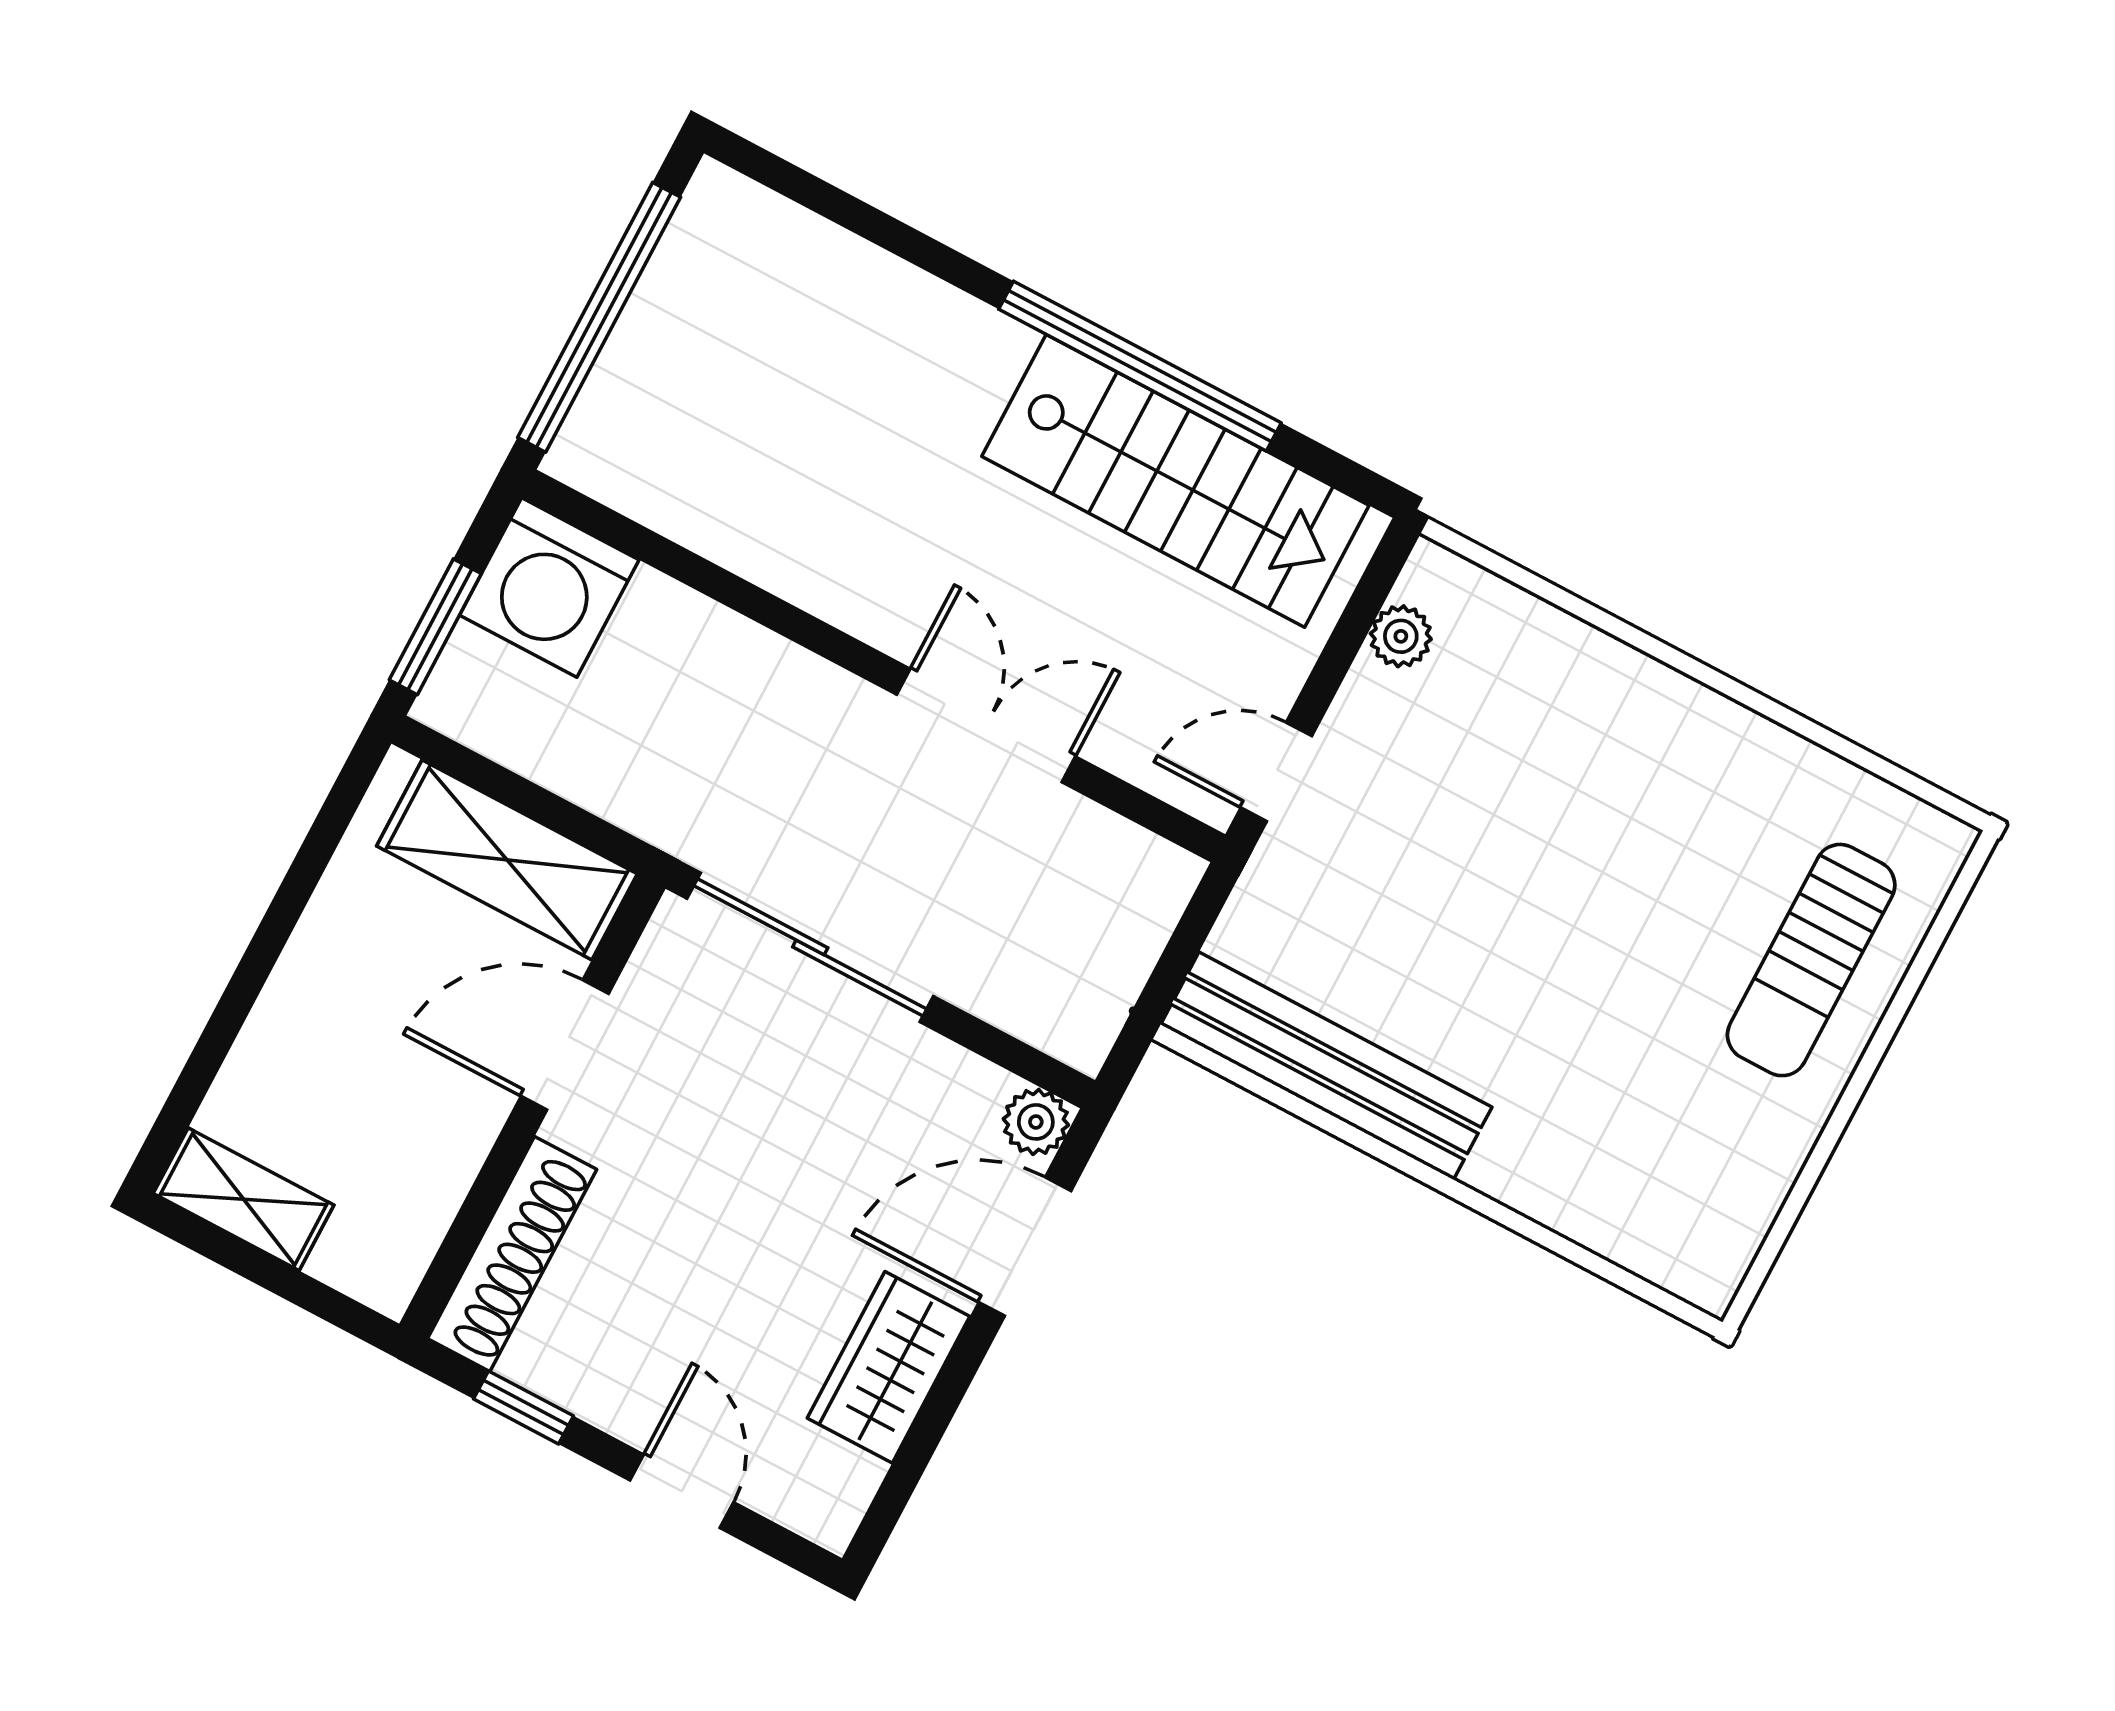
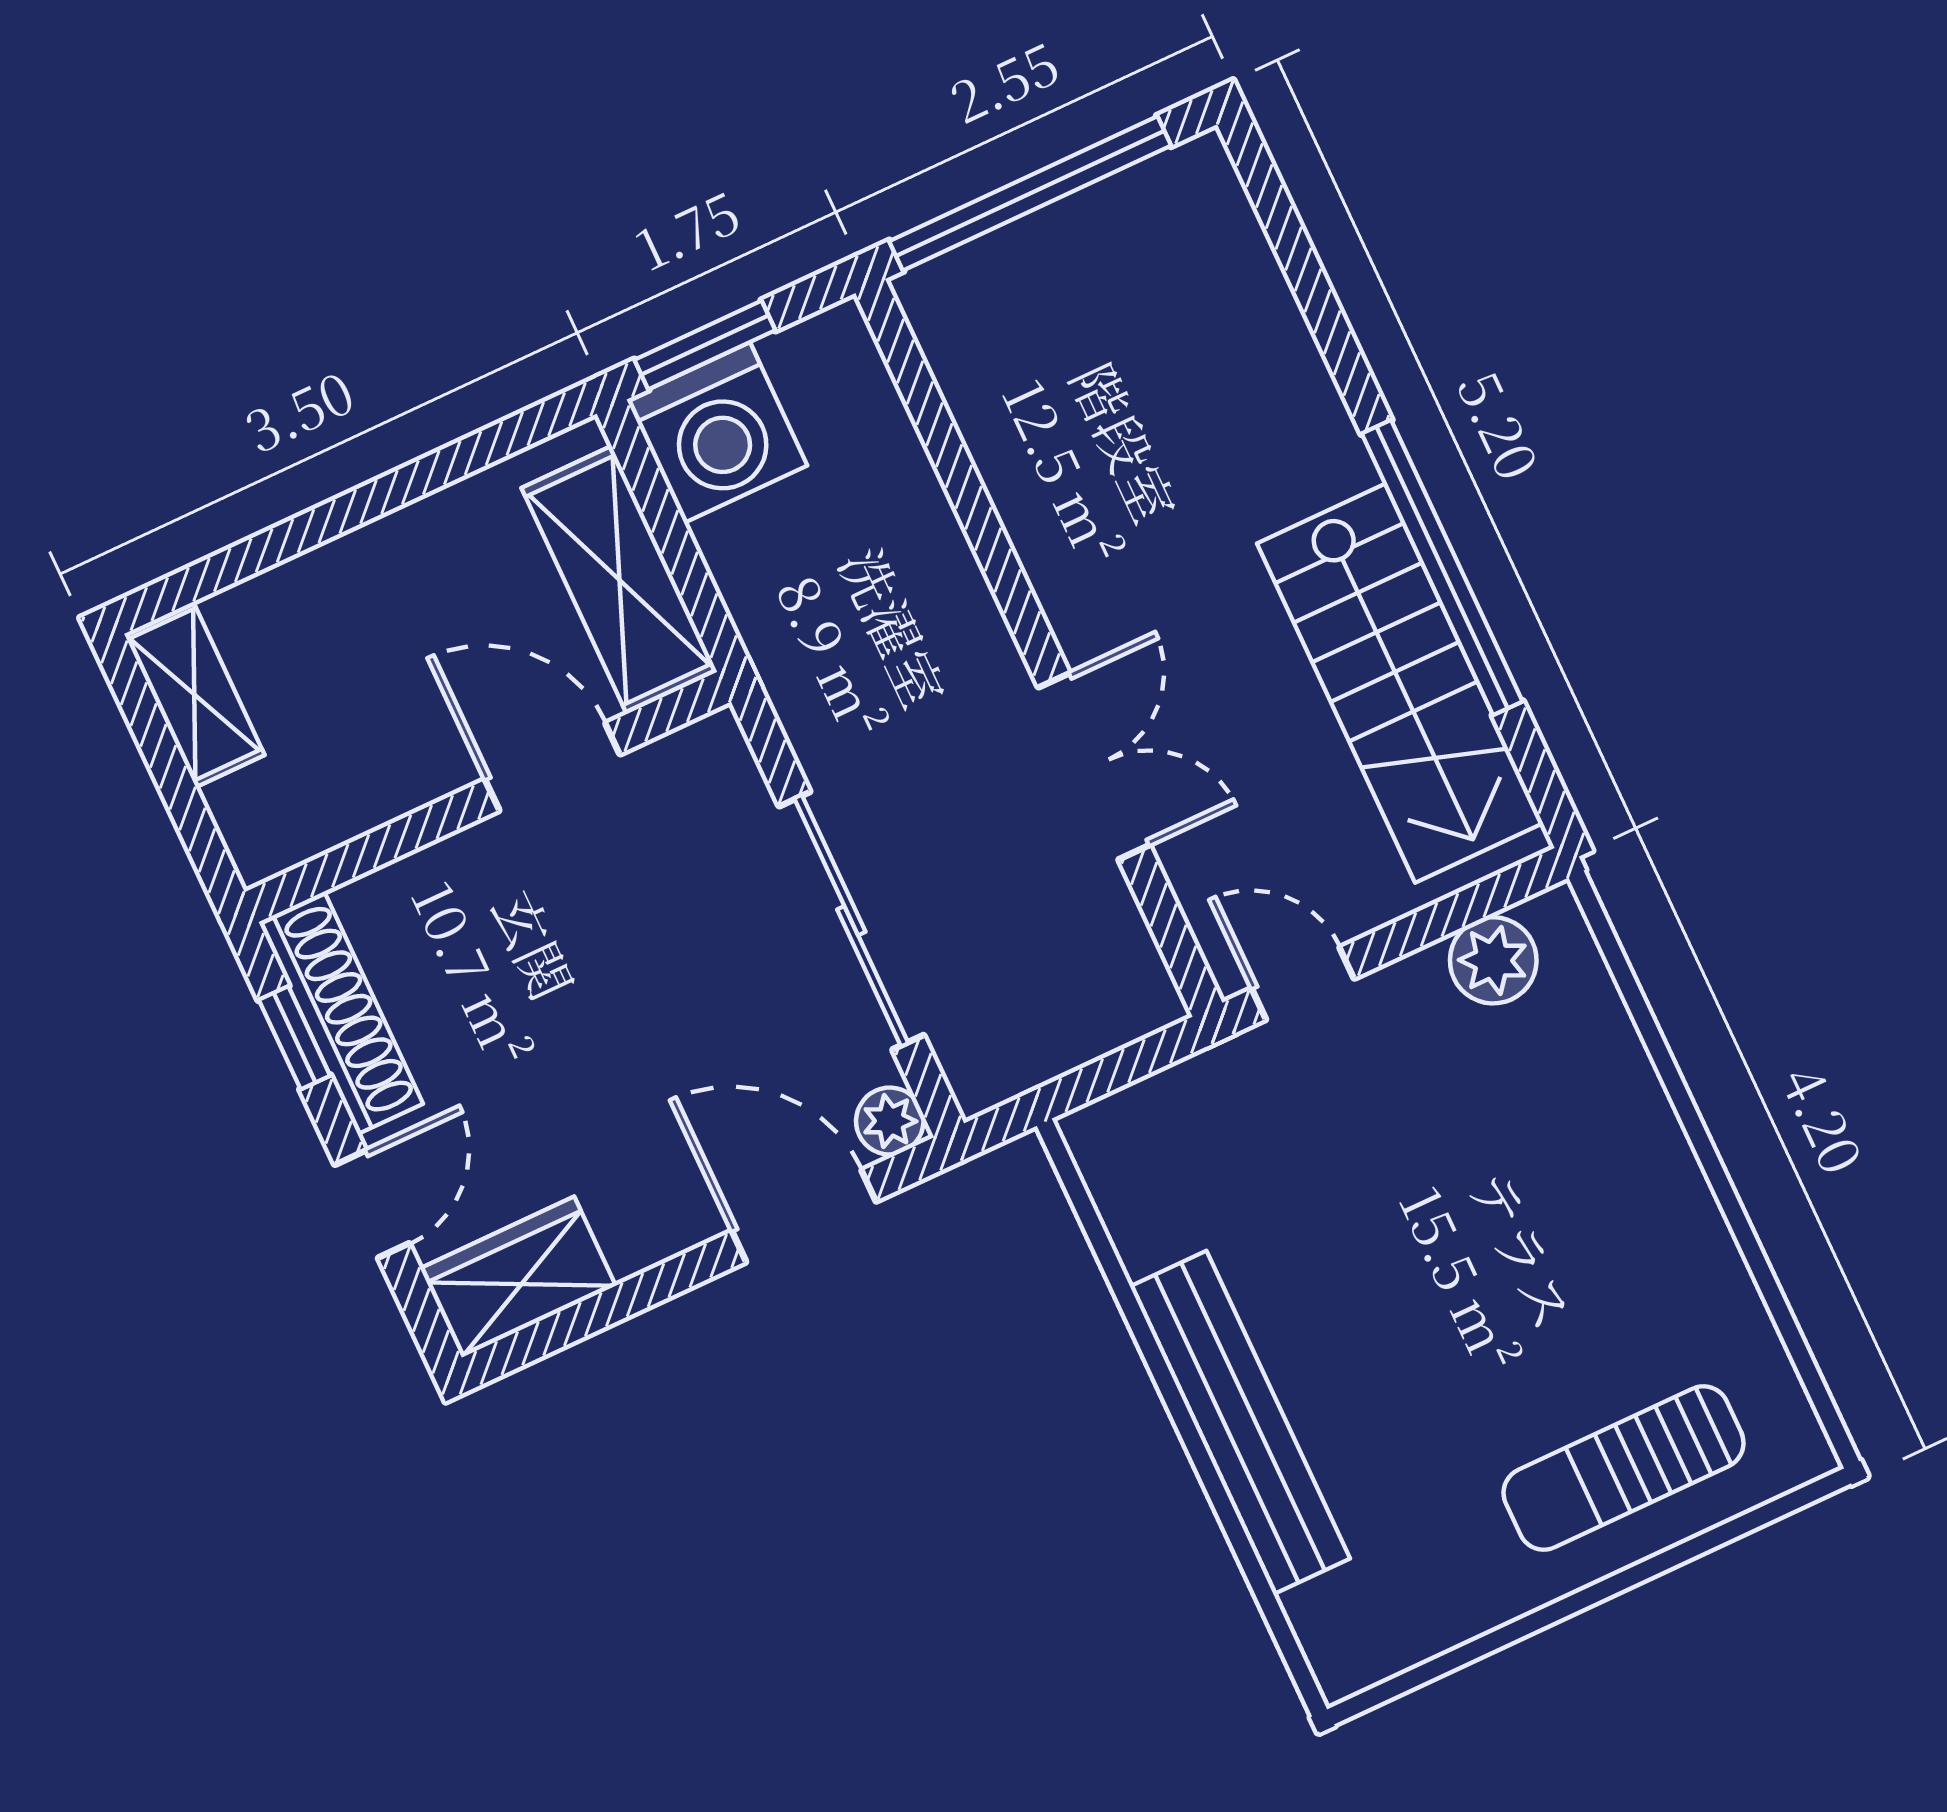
washing machine: (549, 587) -> (717, 433), moved, turned -90
plant: (1401, 636) -> (1493, 960), width x1.38, depth x1.38
sliding door: (810, 947) -> (851, 921), moved
bench: (1326, 1066) -> (1240, 1423), moved
shoe rack: (512, 1254) -> (341, 1013), moved, turned -90
wardrobe: (889, 1367) -> (518, 1277), moved

